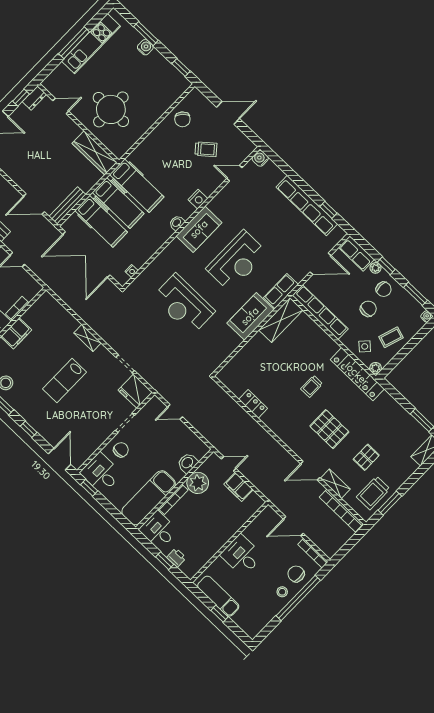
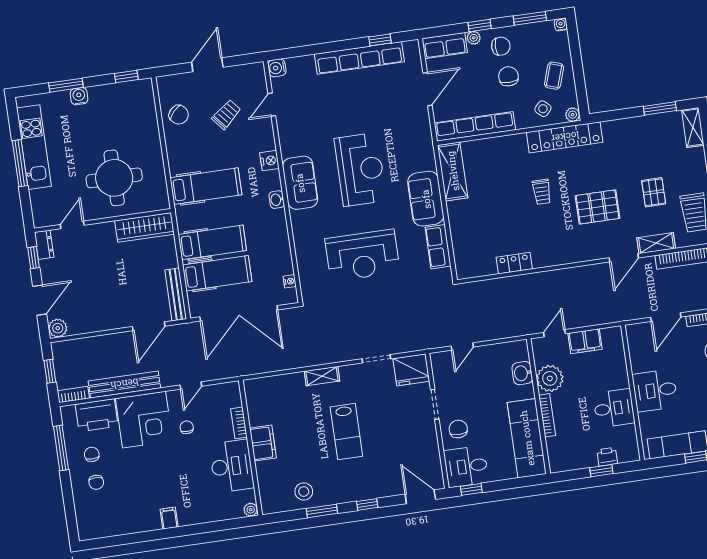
hospital bed: (137, 186) -> (206, 186), moved
row of seats: (281, 291) -> (438, 247), moved
desk: (158, 530) -> (614, 408), moved, turned 180

